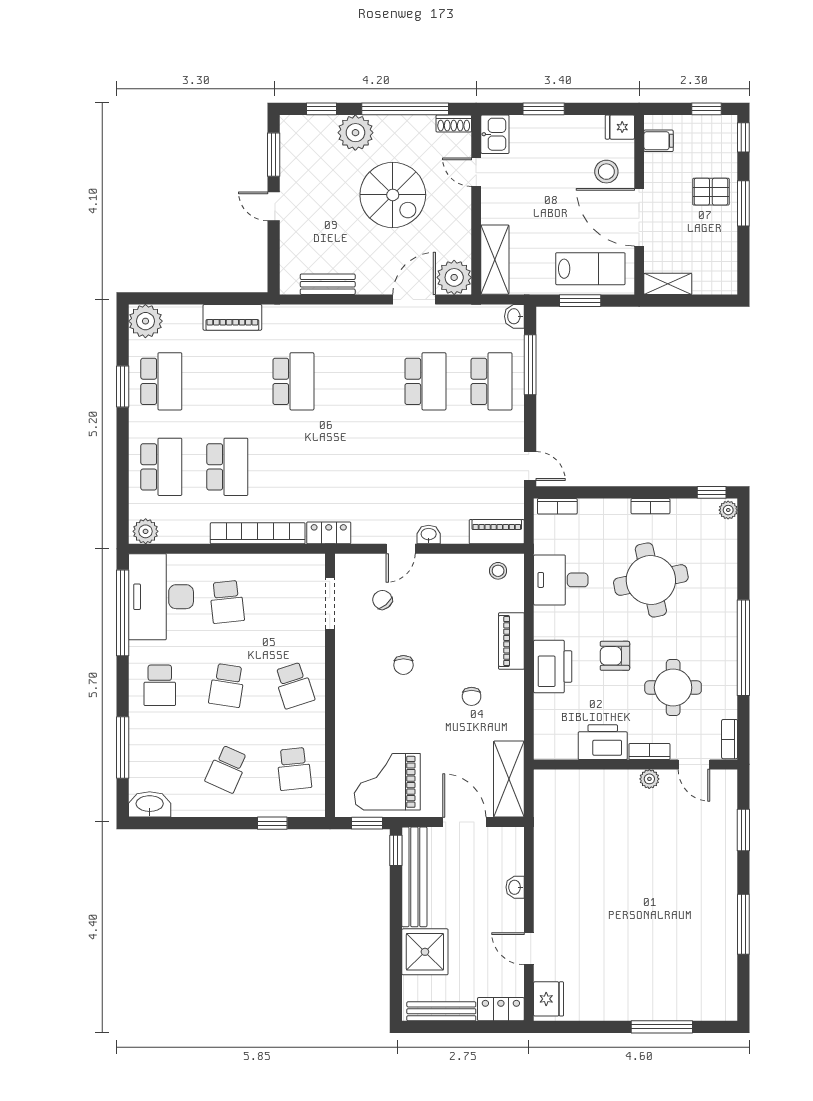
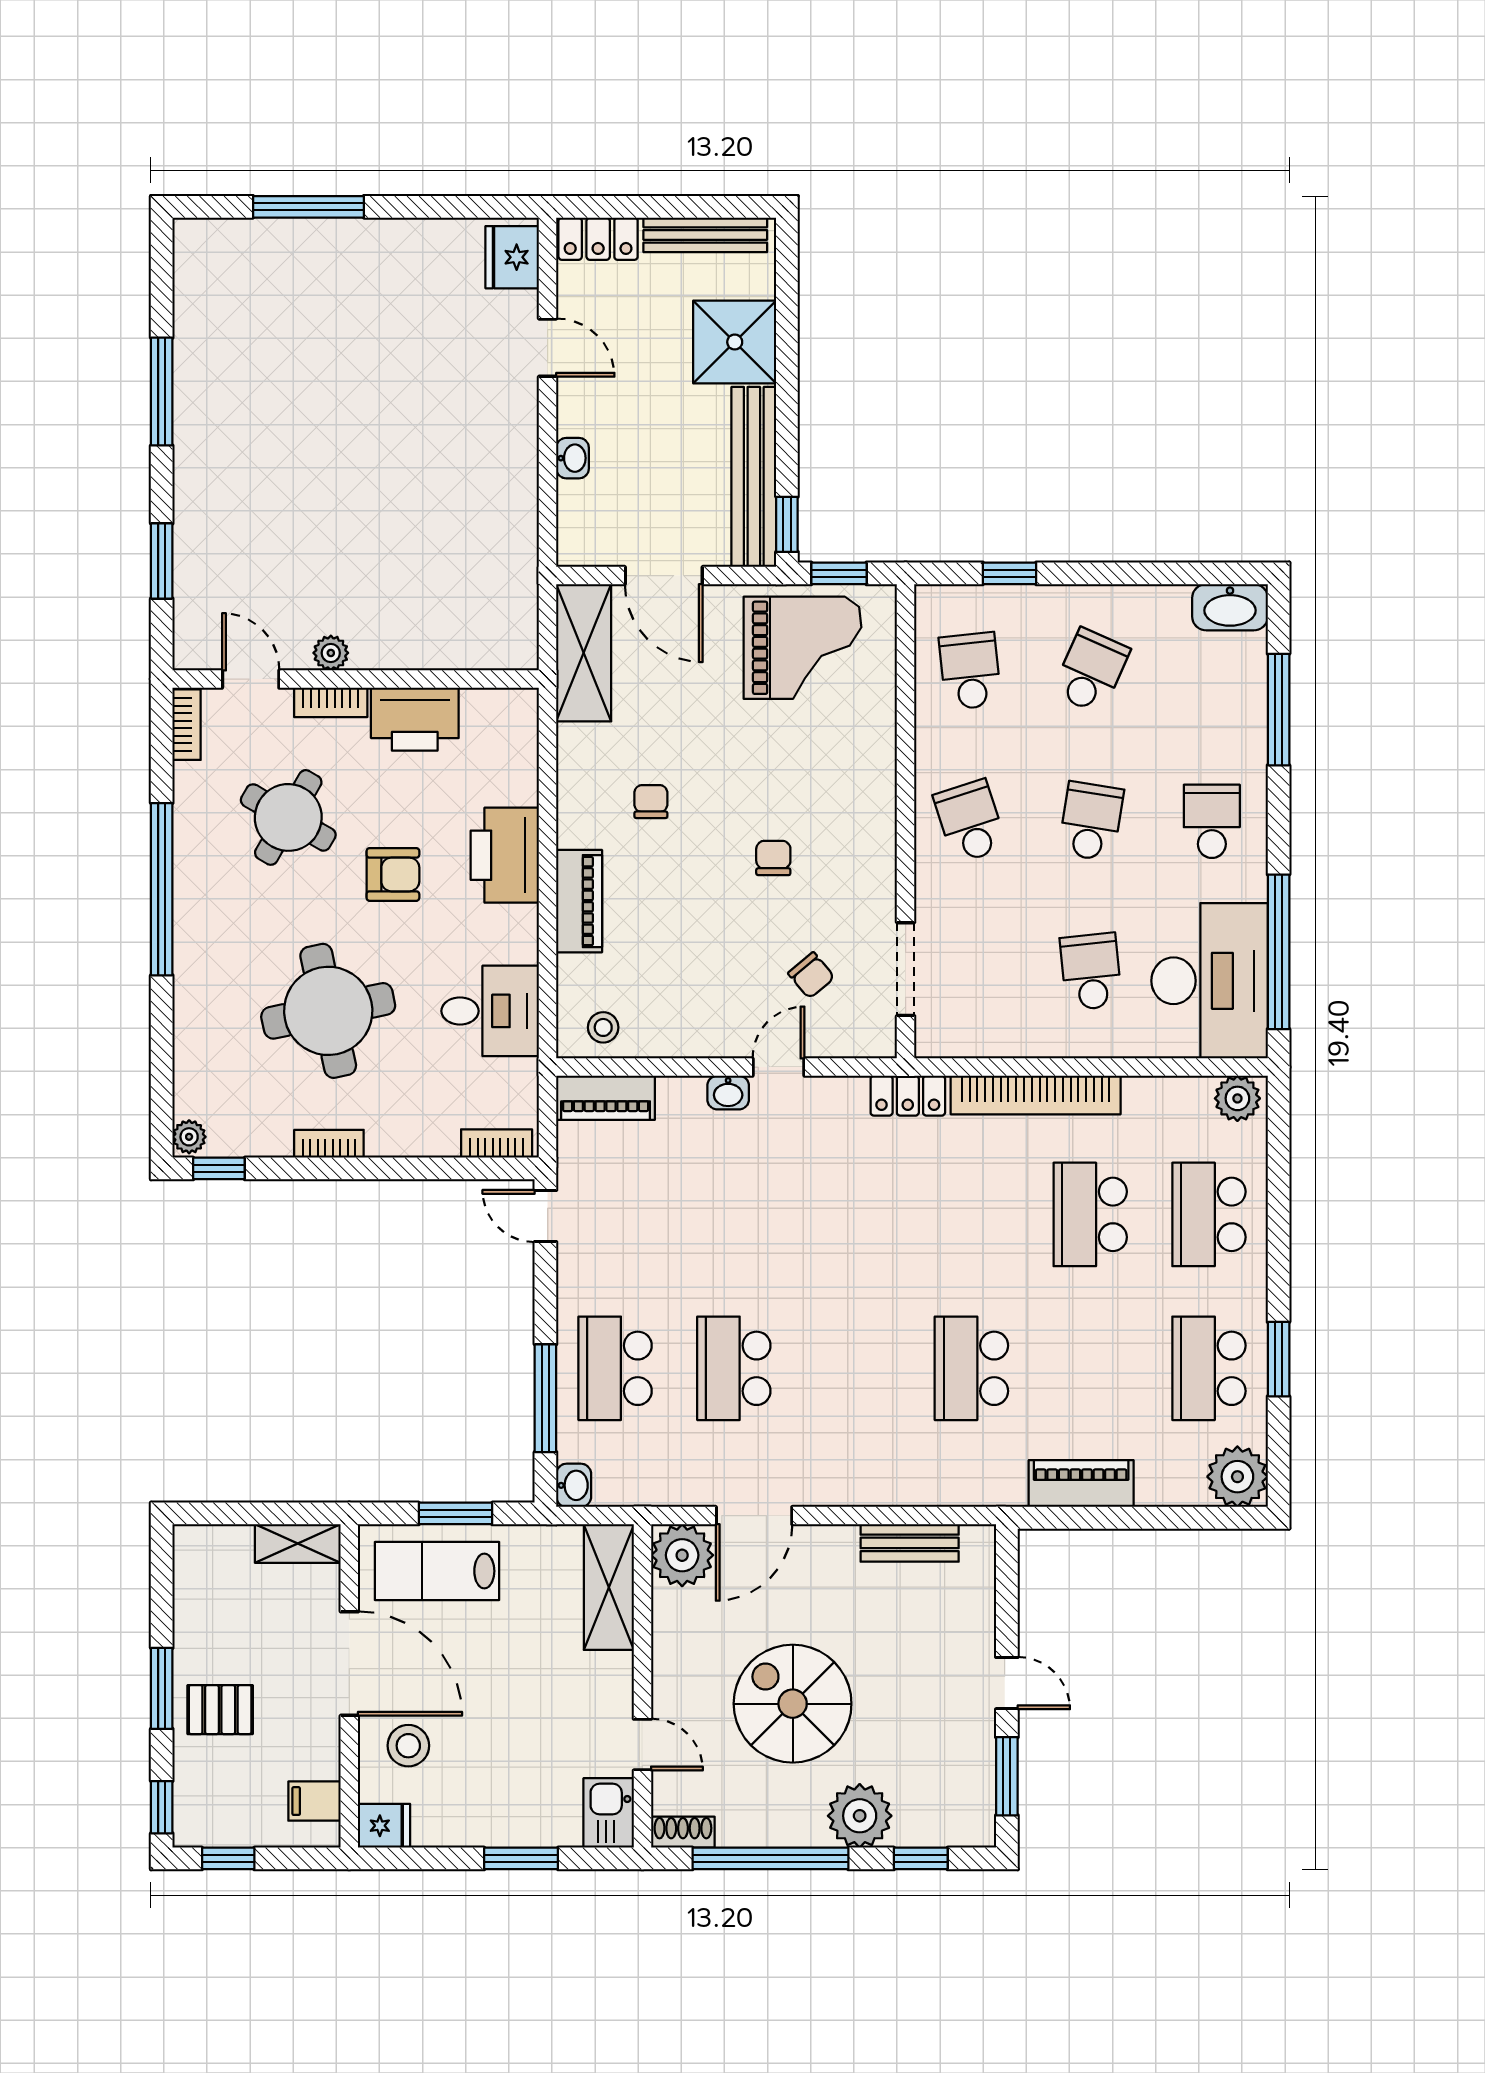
round table: (673, 688) -> (288, 817), turned 30

